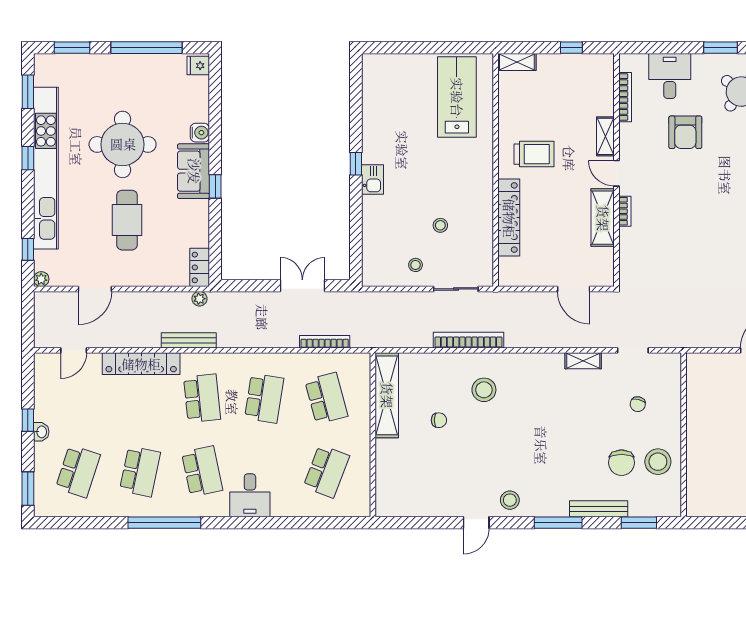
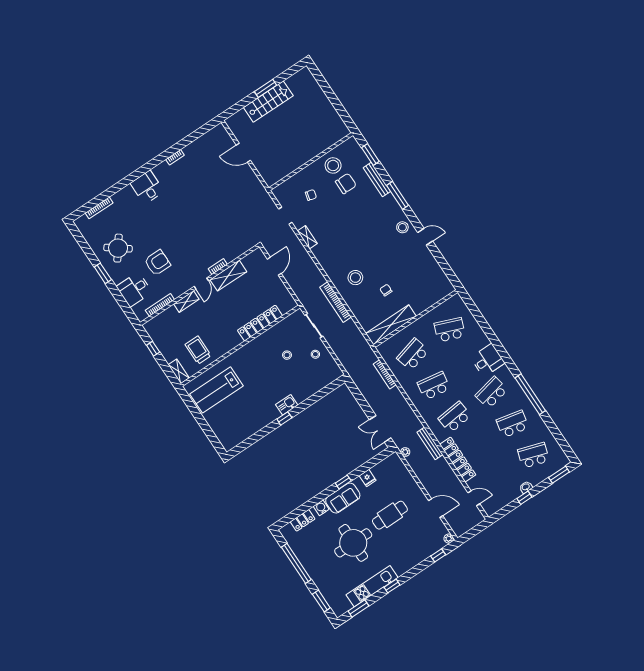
fridge: (198, 66) -> (368, 478), moved
trolley: (534, 154) -> (198, 350), moved
kitchen unit: (46, 168) -> (372, 586), width x0.54
locker: (200, 267) -> (303, 520), moved
double door: (302, 286) -> (380, 429), moved

